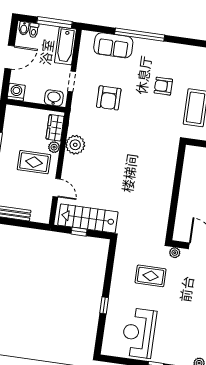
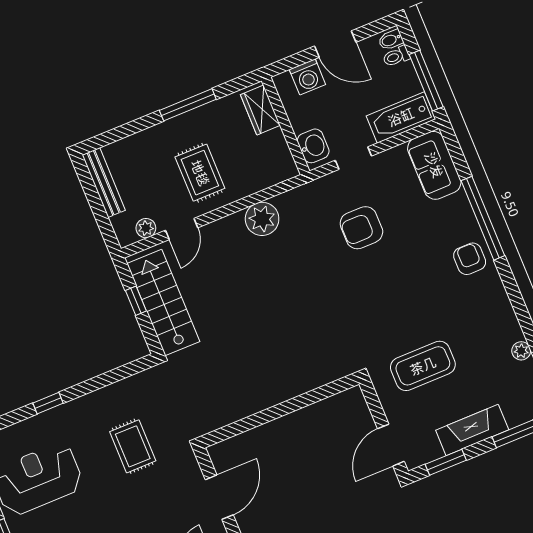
sofa: (113, 45) -> (434, 165), moved
armchair: (163, 86) -> (470, 259), moved
washing machine: (16, 92) -> (307, 77), moved, turned 90
wardrobe: (55, 128) -> (260, 110), moved, turned -90
plant: (54, 147) -> (146, 228), moved
plant: (175, 253) -> (189, 462), removed

